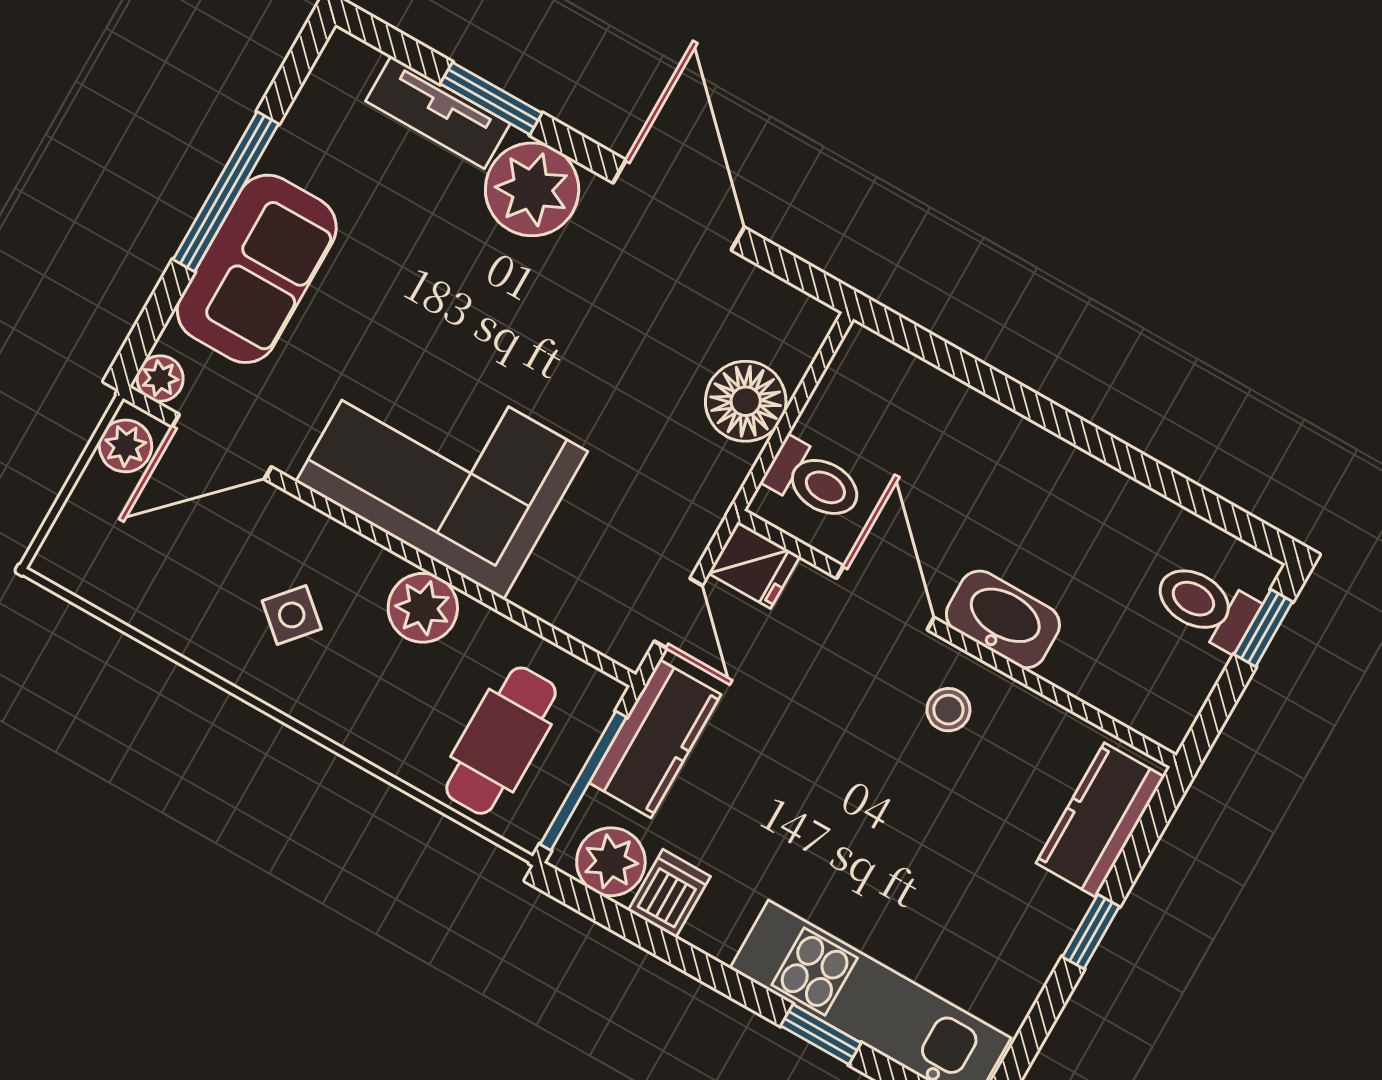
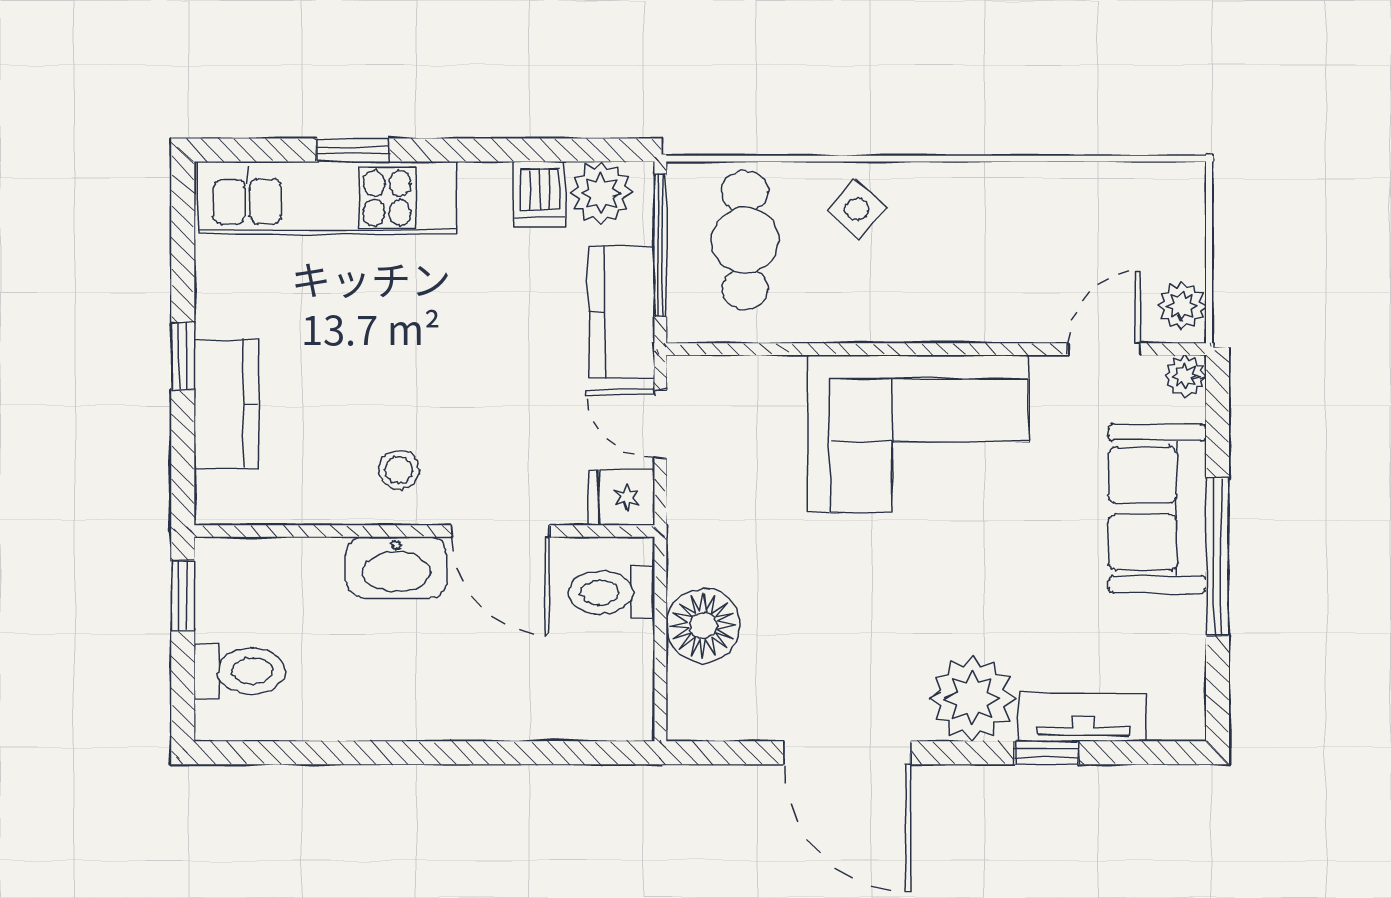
window: (491, 98) -> (1047, 753), width x0.67
door: (222, 447) -> (1104, 349), width x0.73
plant: (423, 608) -> (869, 311), removed
side table: (292, 615) -> (857, 209), moved
window: (1263, 628) -> (183, 596), moved
kitchen counter: (1100, 820) -> (226, 404), moved

